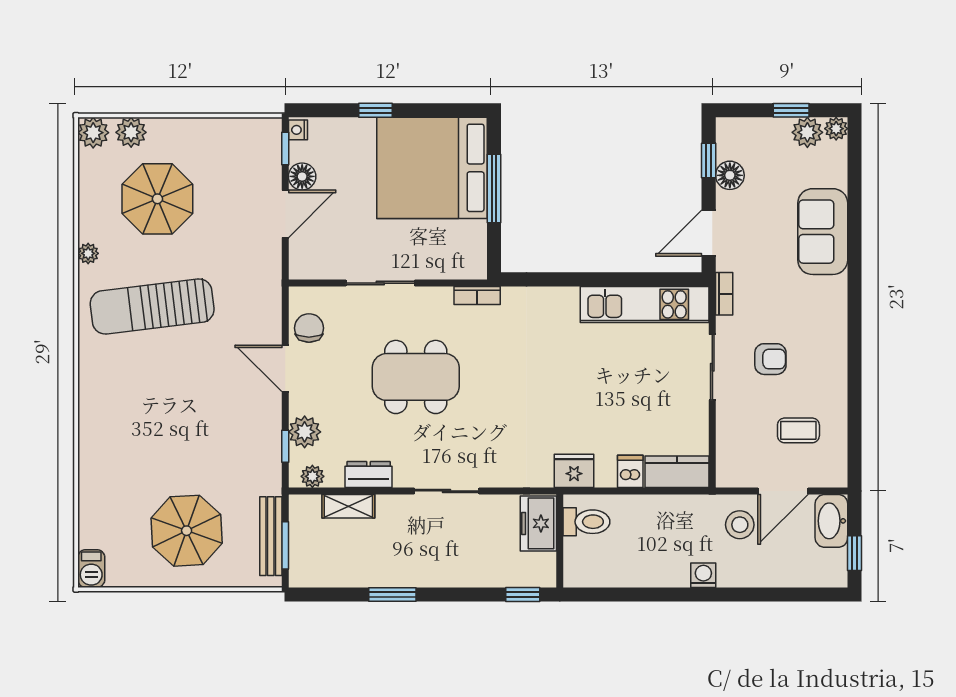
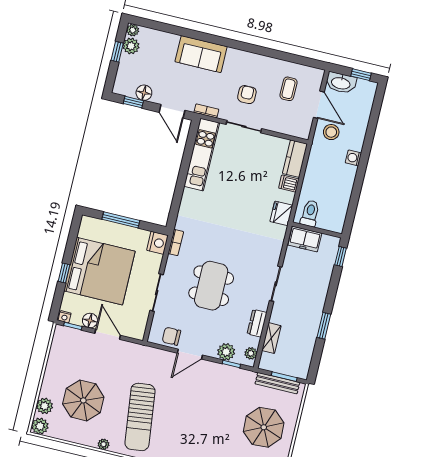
bed: (432, 168) -> (99, 271), moved, turned -90
sofa: (823, 232) -> (201, 54), moved
nightstand: (469, 263) -> (158, 243), added

